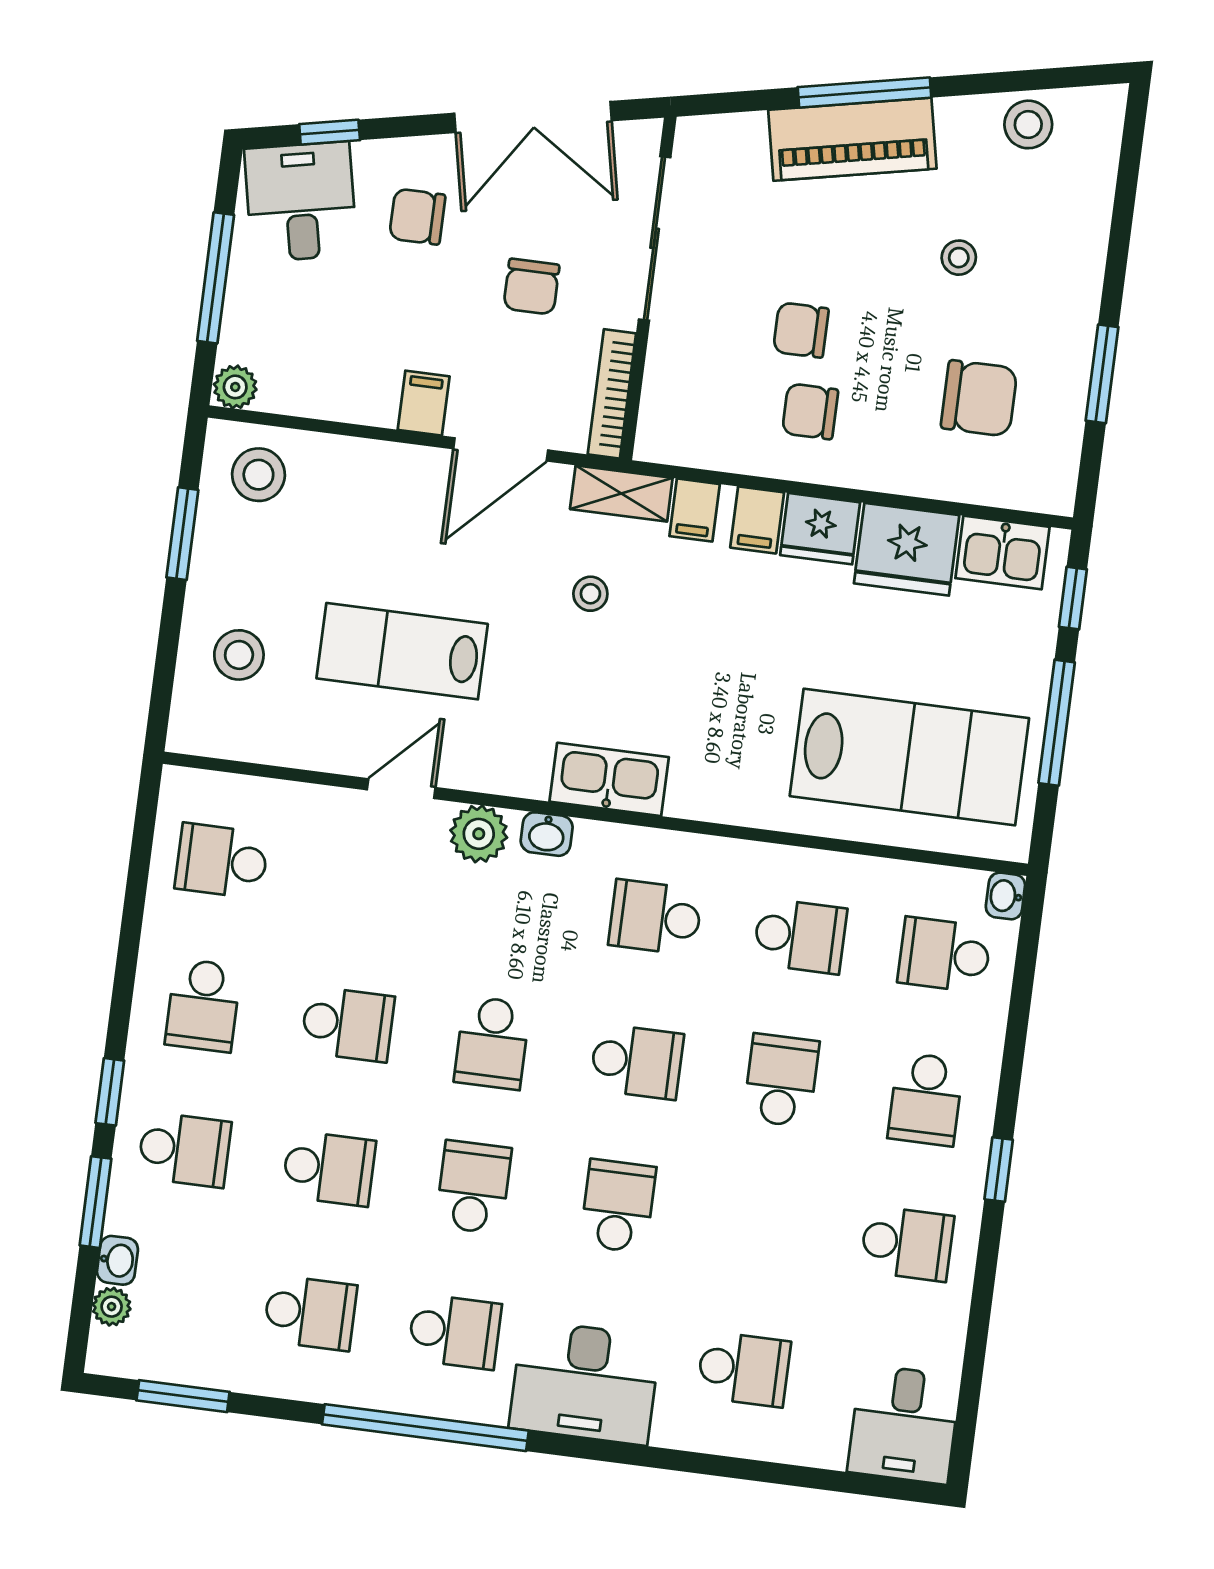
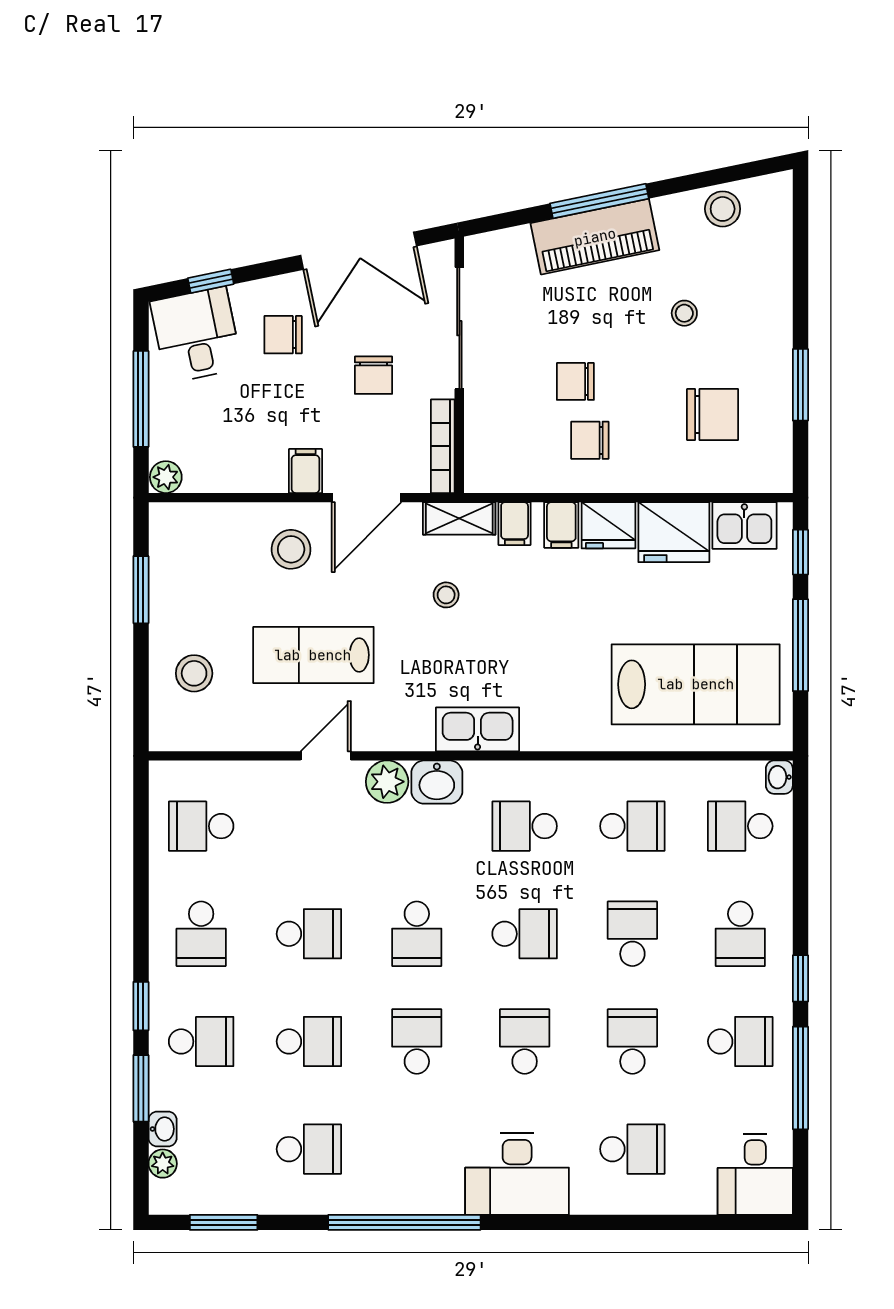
stool: (258, 475) -> (291, 549), moved
washbasin: (547, 834) -> (437, 782), width x1.38, depth x1.45
window: (981, 1303) -> (800, 1078), added
school desk: (455, 1332) -> (632, 1041), moved, turned -90

